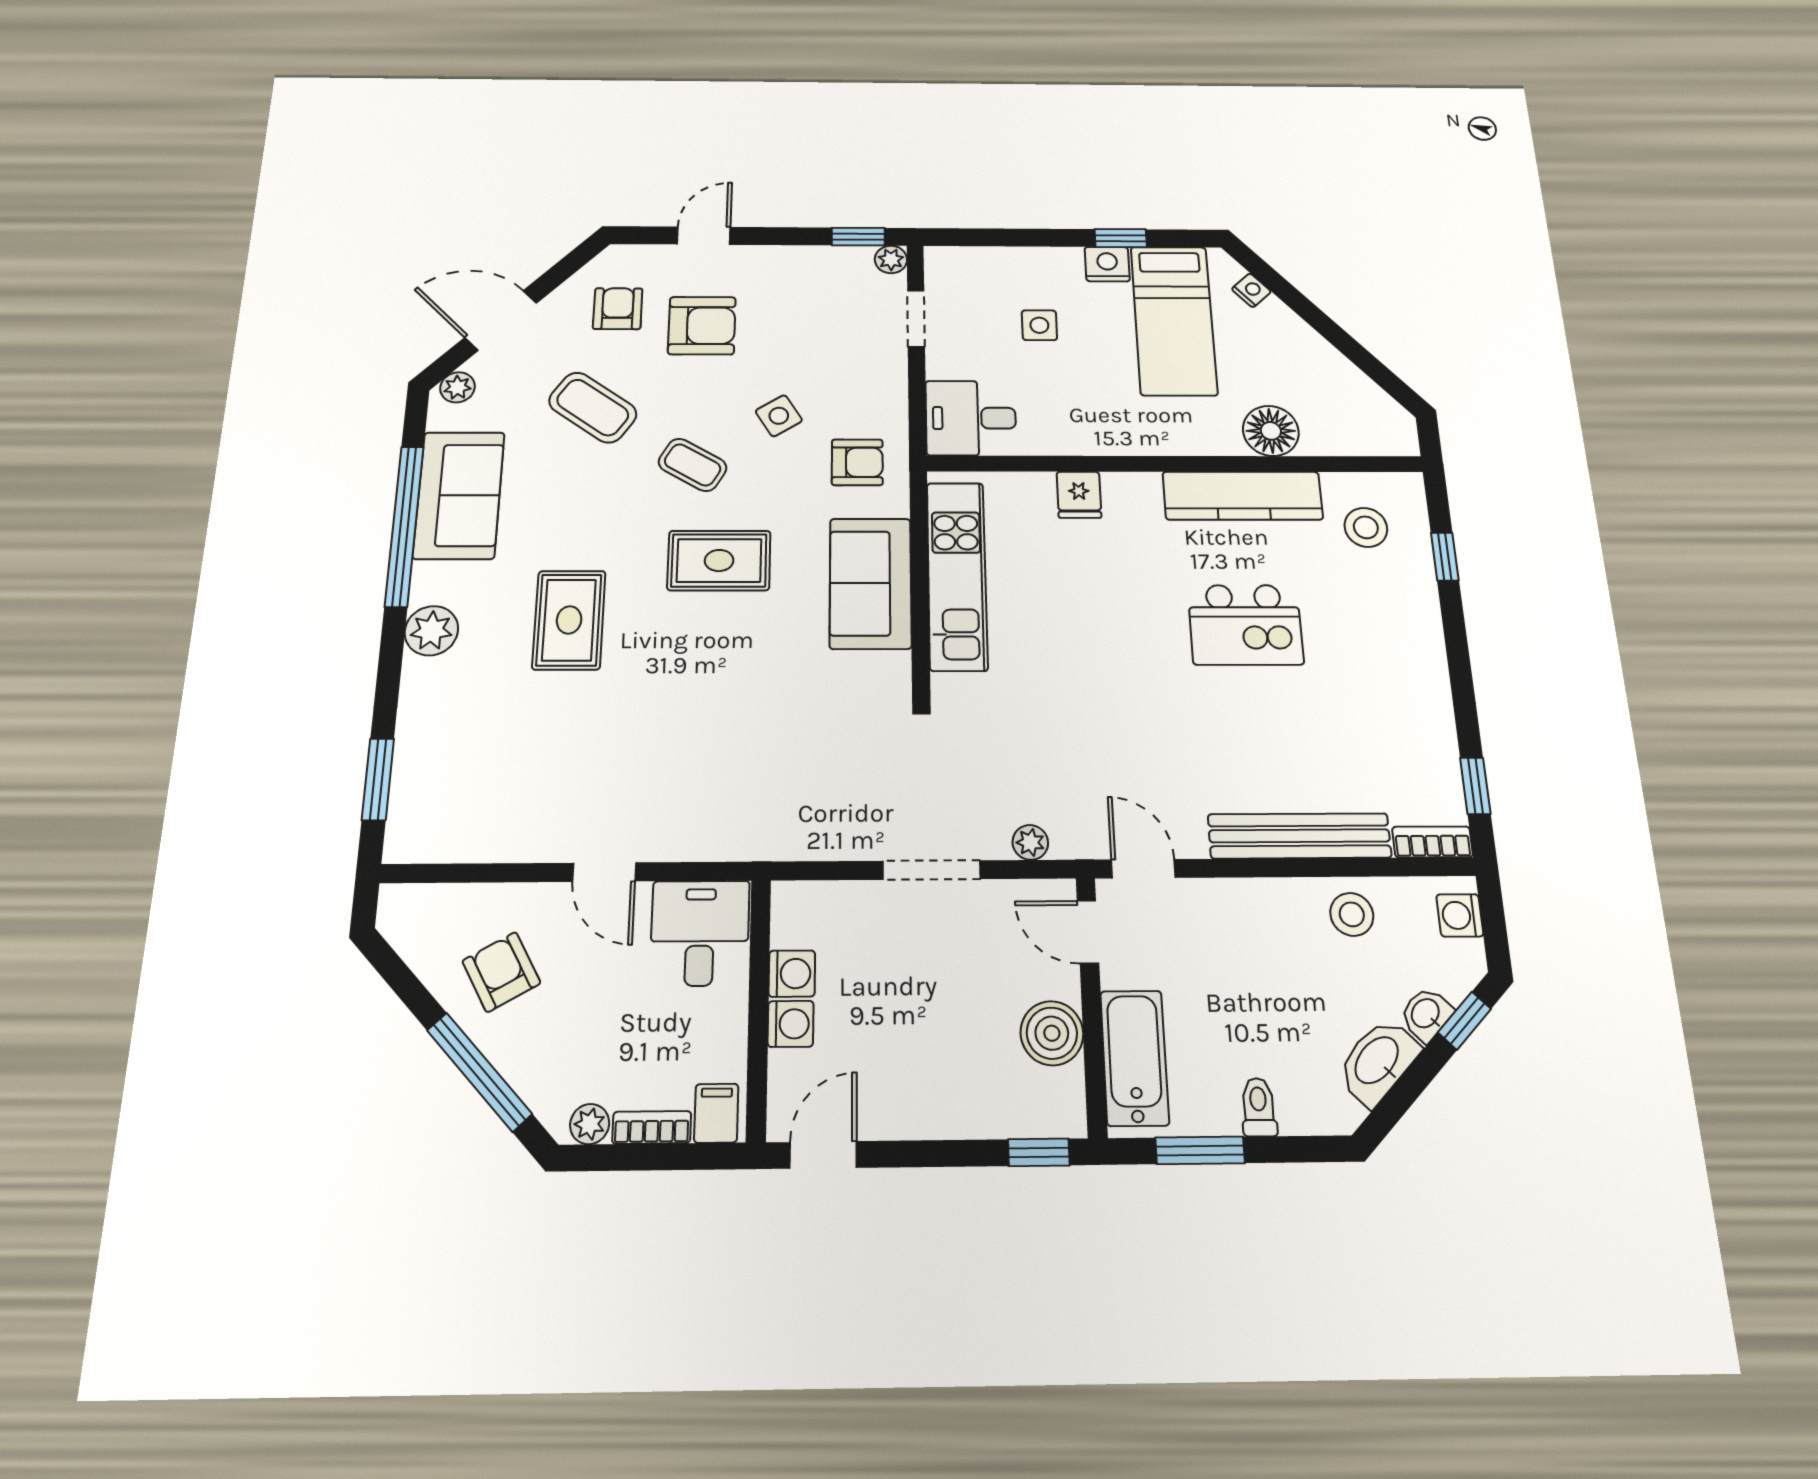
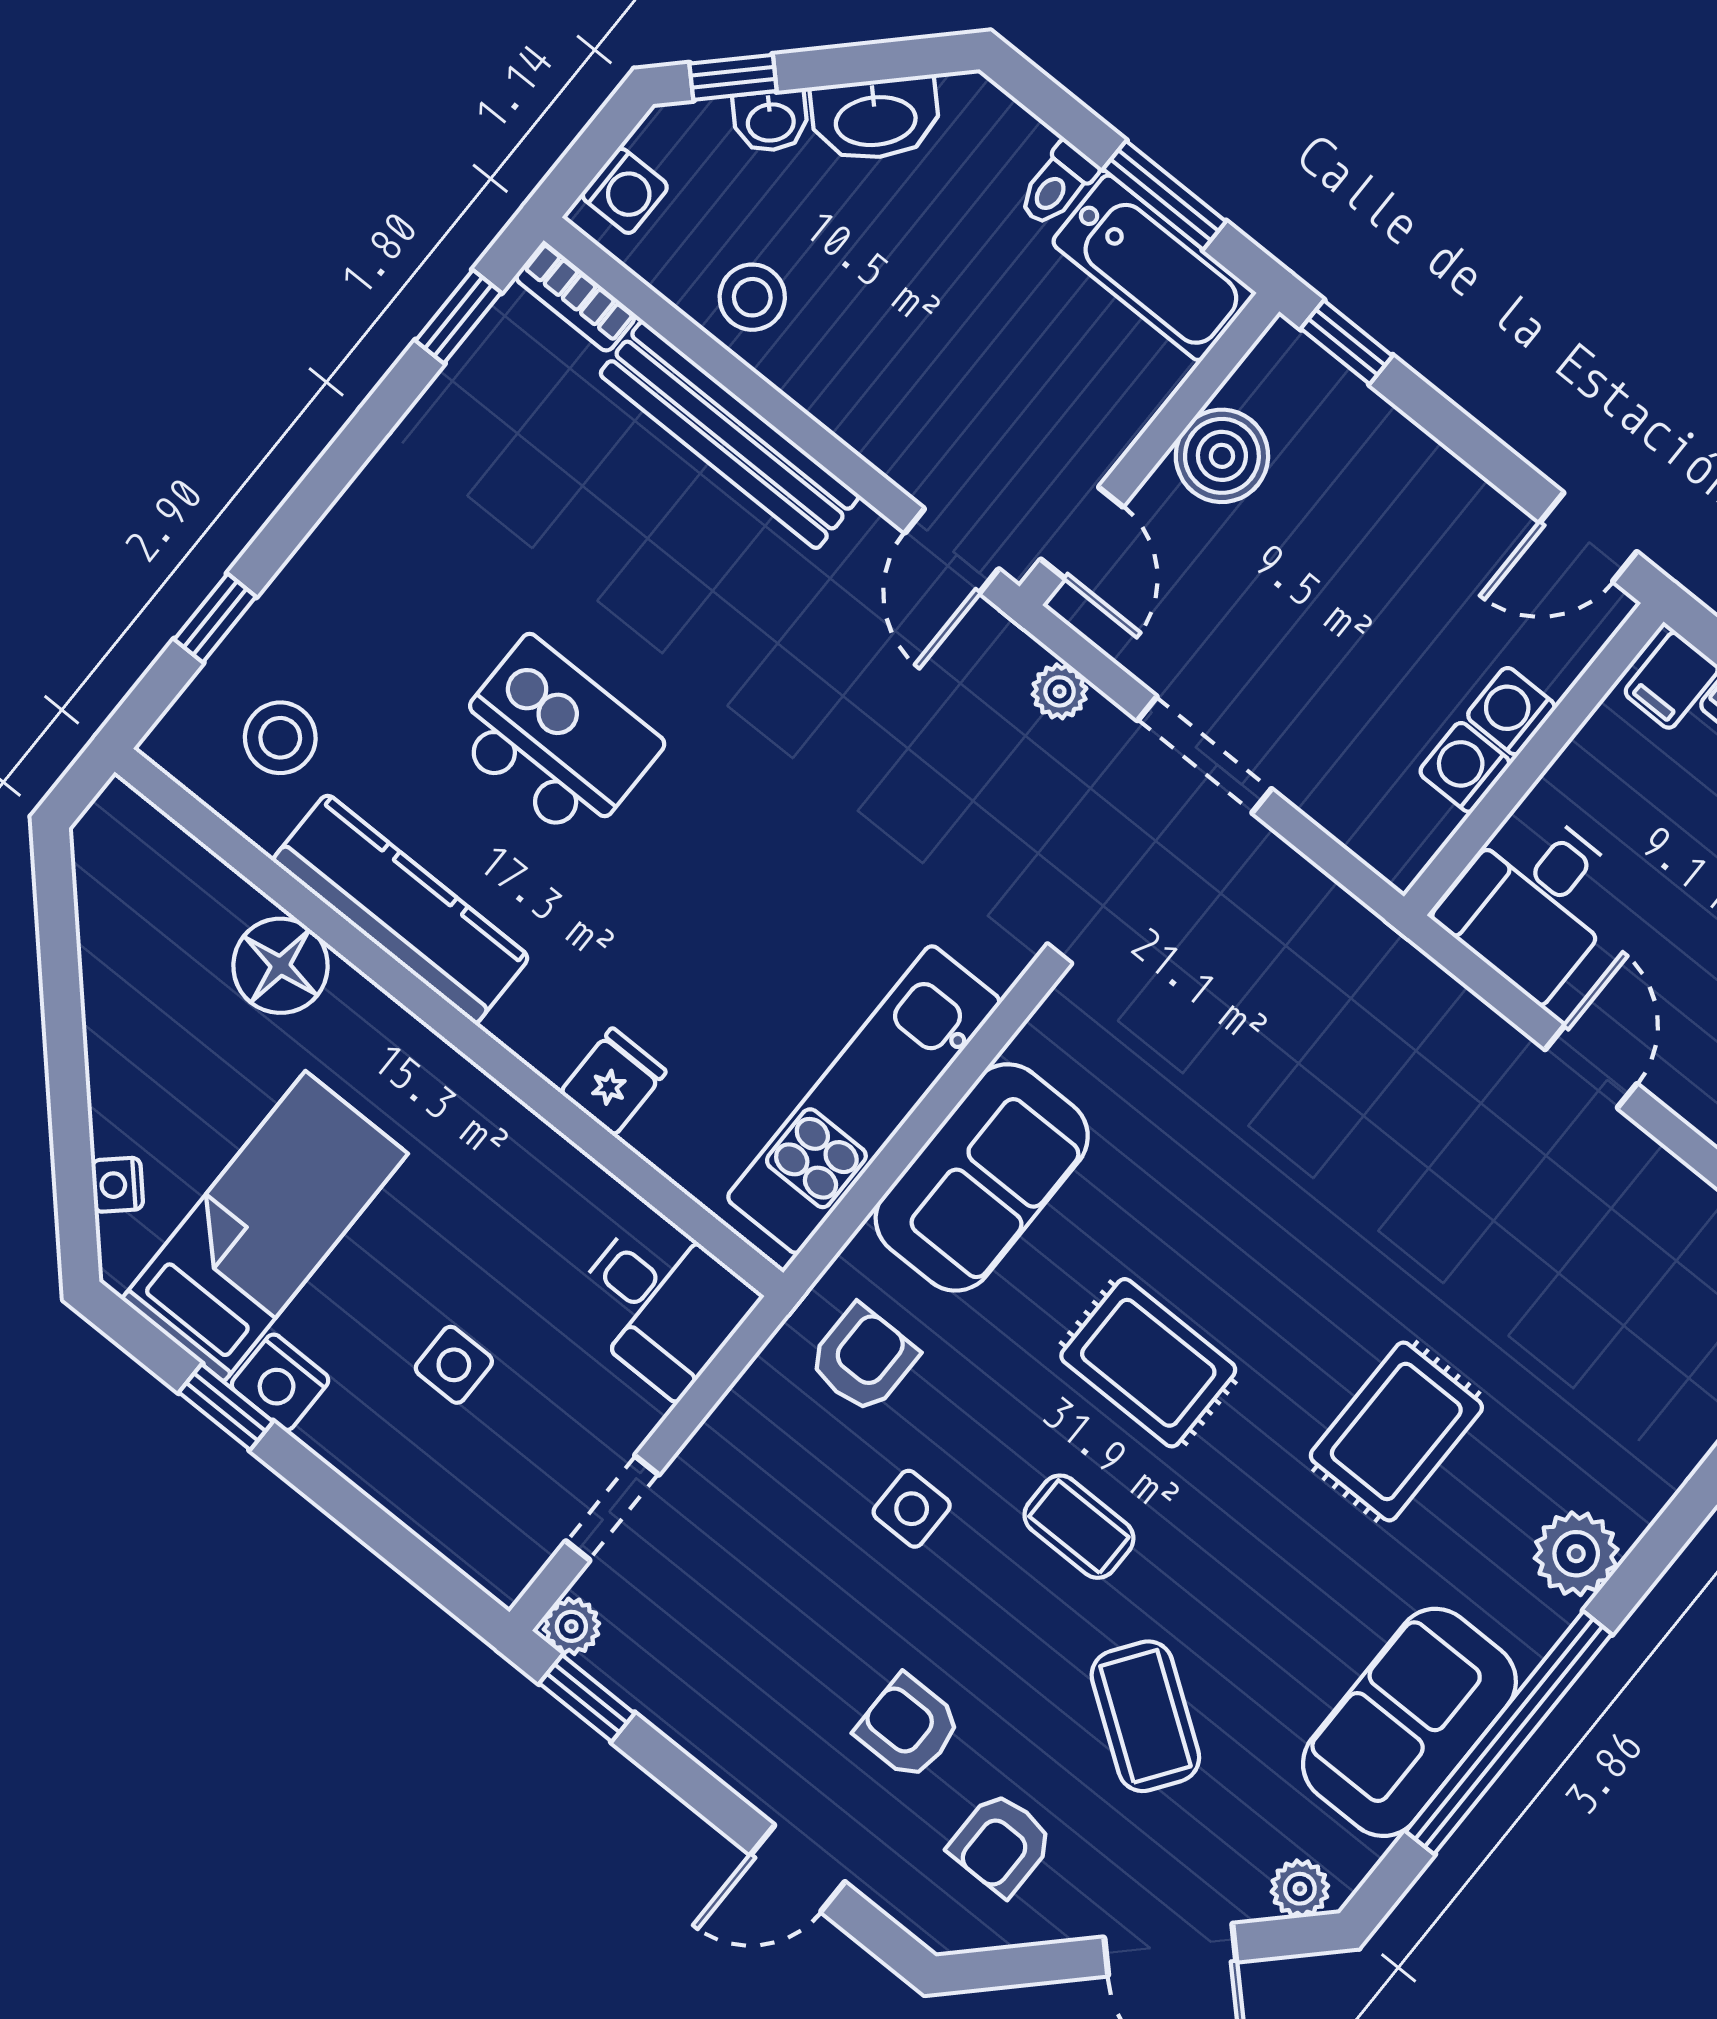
armchair: (702, 326) -> (908, 1727), width x0.72, depth x0.72
side table: (779, 416) -> (912, 1509), turned 32
armchair: (857, 462) -> (863, 1359), turned 90
coffee table: (693, 465) -> (1079, 1527), turned -30
bathtub: (1135, 1058) -> (1153, 268), moved, turned -90

